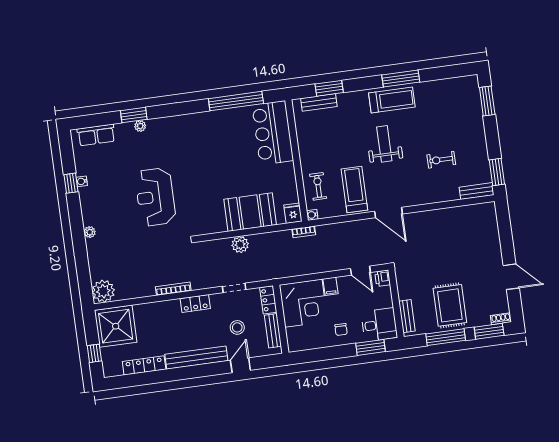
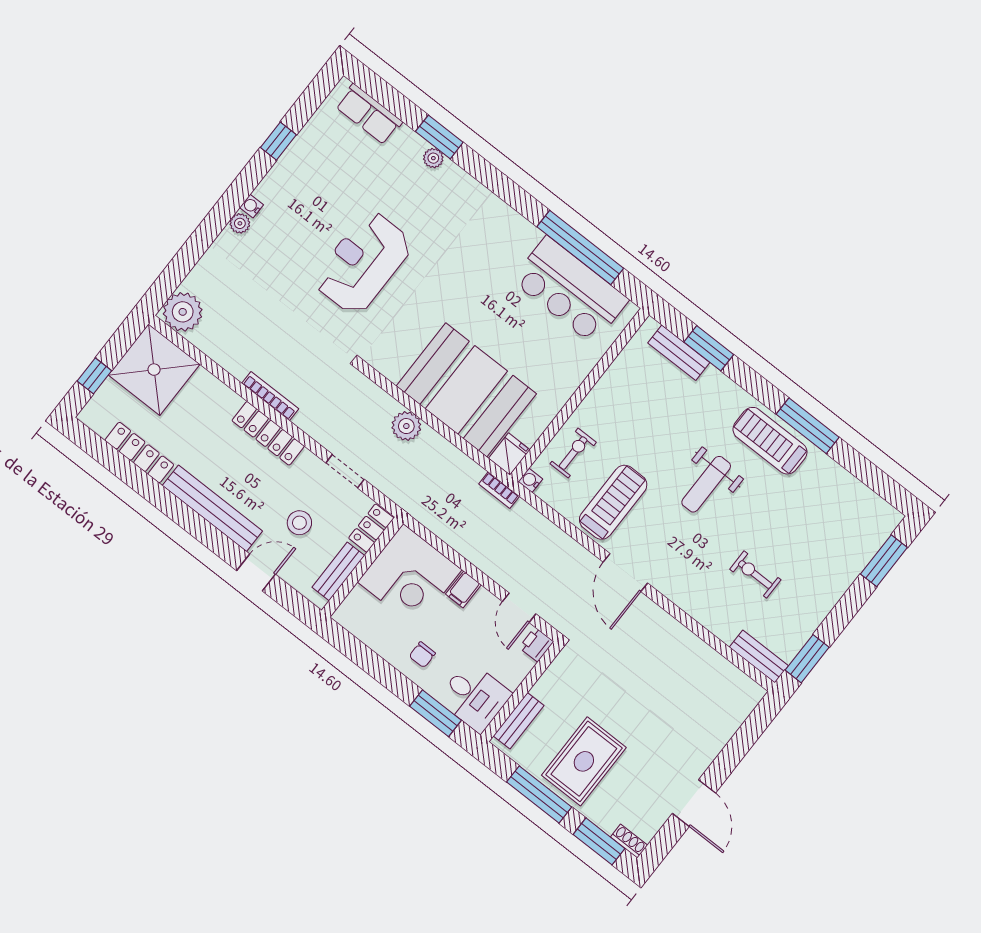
treadmill: (392, 100) -> (770, 441), turned 180
bar counter: (273, 133) -> (570, 290), moved, turned -90
weight bench: (384, 144) -> (706, 484), turned 180
water cooler: (82, 181) -> (251, 206), moved
booth: (250, 212) -> (466, 390), width x1.36, depth x1.42
locker: (195, 304) -> (268, 433), width x1.53

